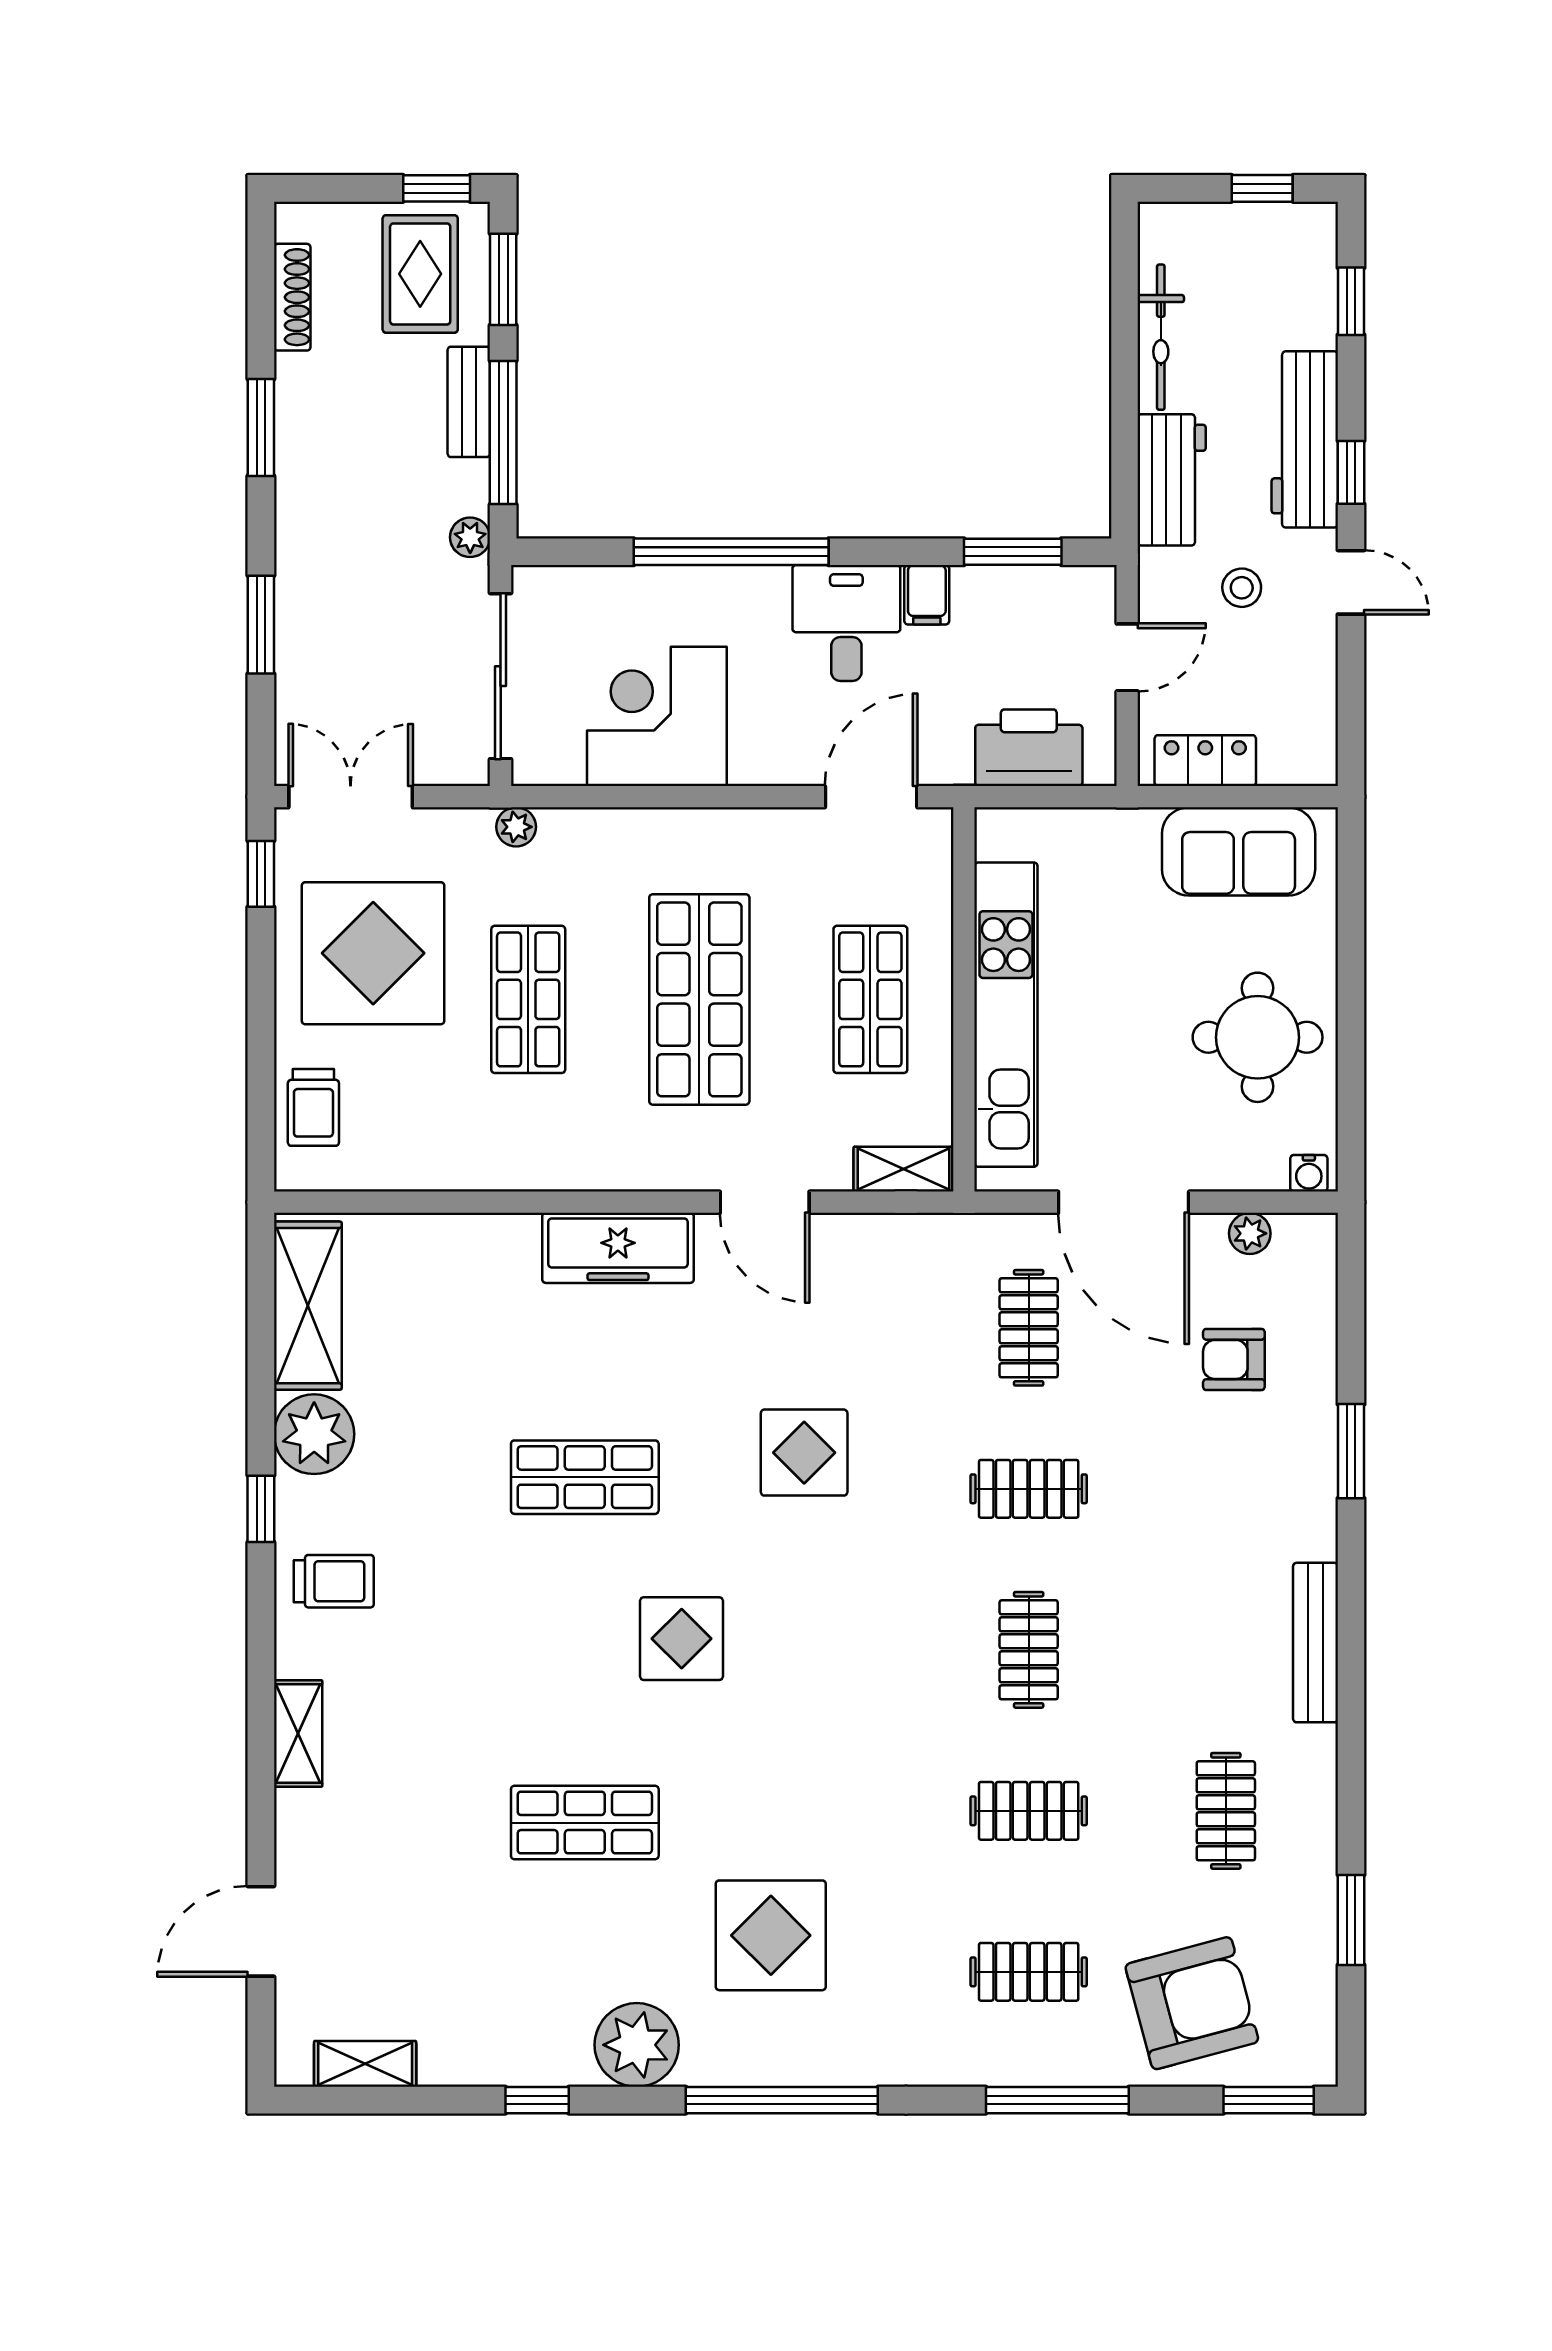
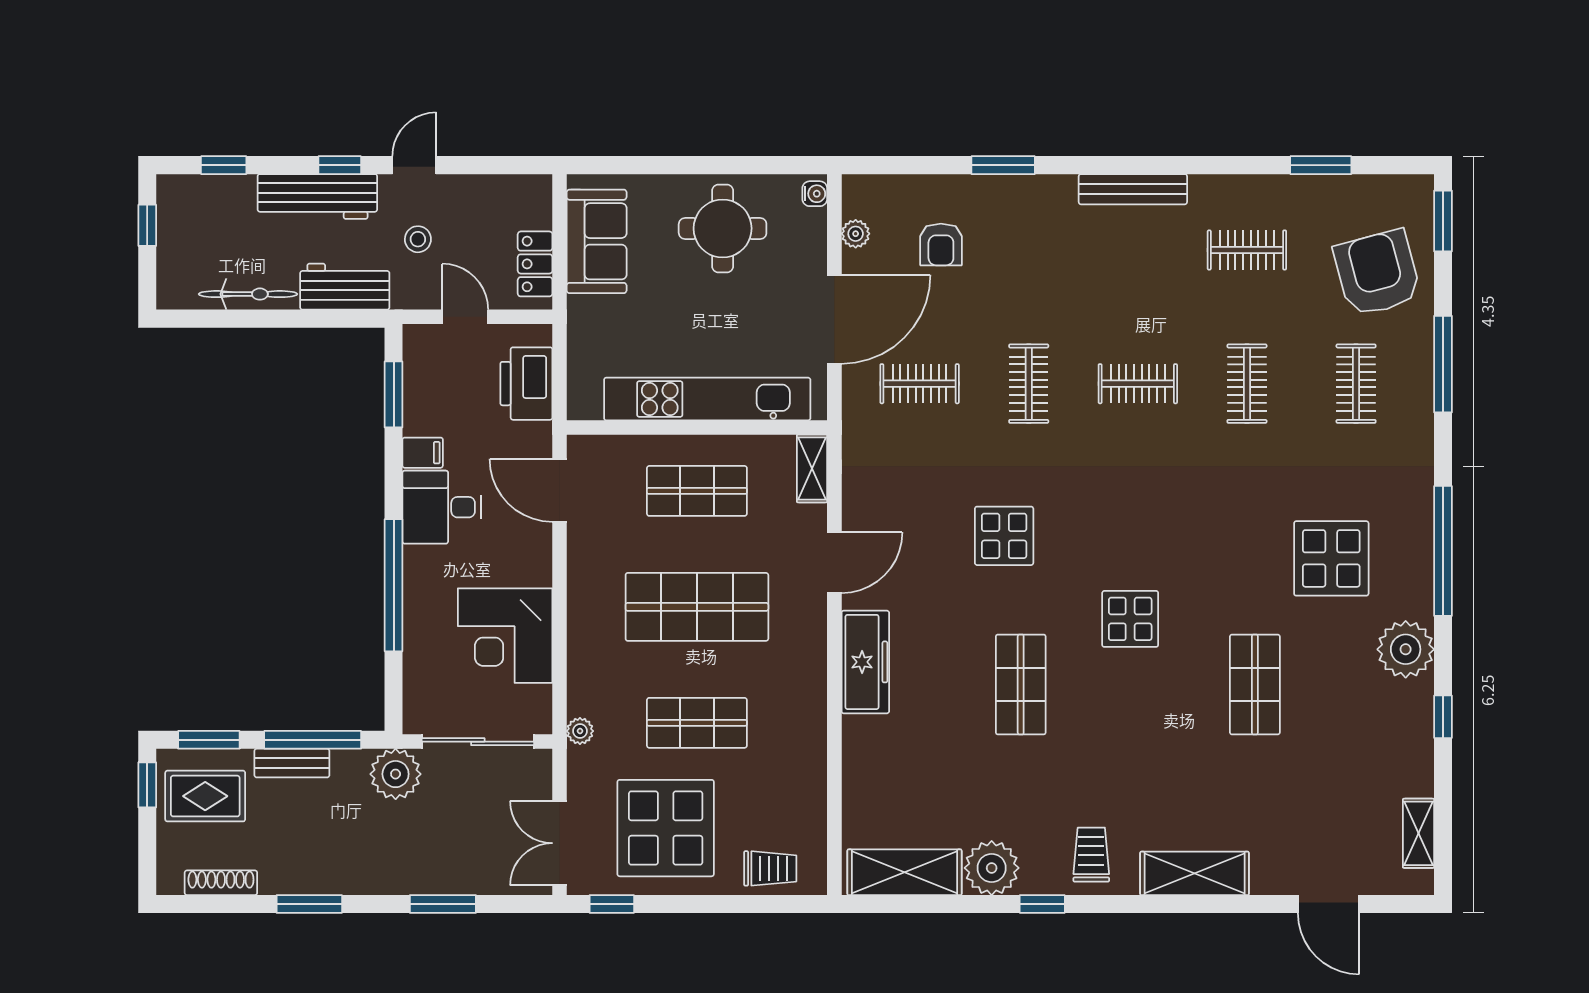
plant: (470, 537) -> (396, 774), width x1.88, depth x1.88
shelving: (298, 1734) -> (1195, 873), width x1.50, depth x1.33

